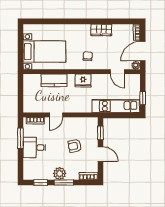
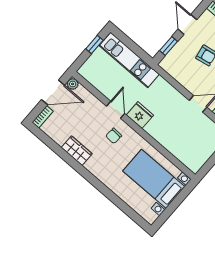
door: (117, 72) -> (116, 110), moved
kitchen counter: (54, 80) -> (169, 141), removed

